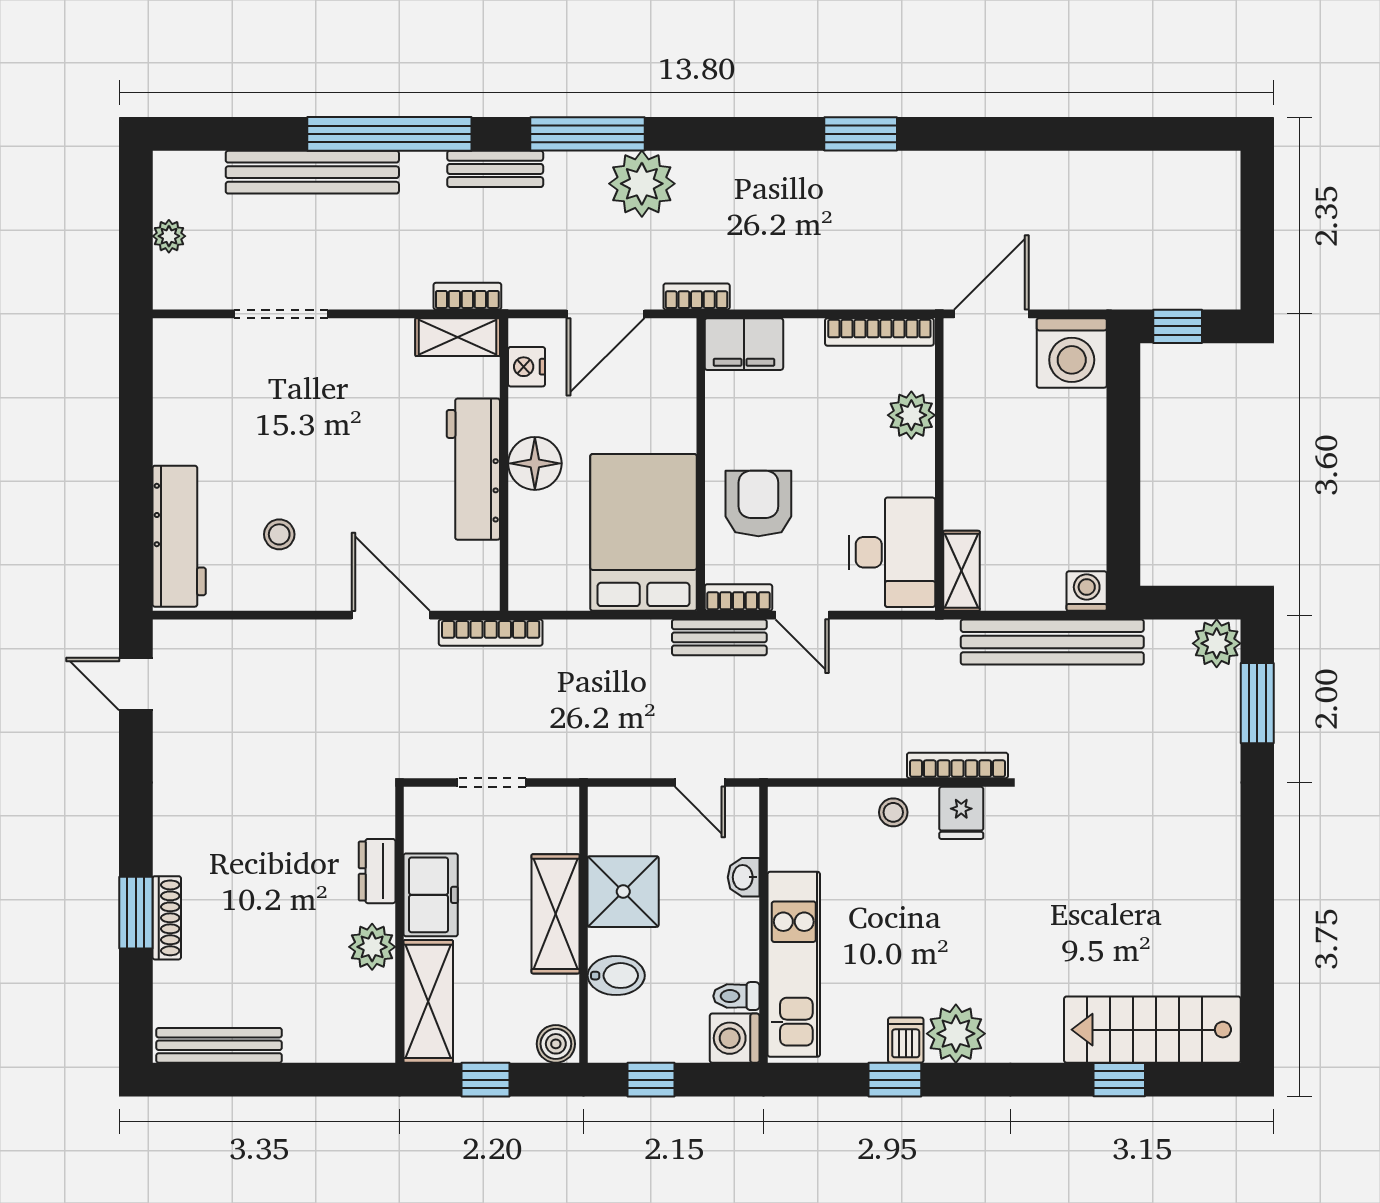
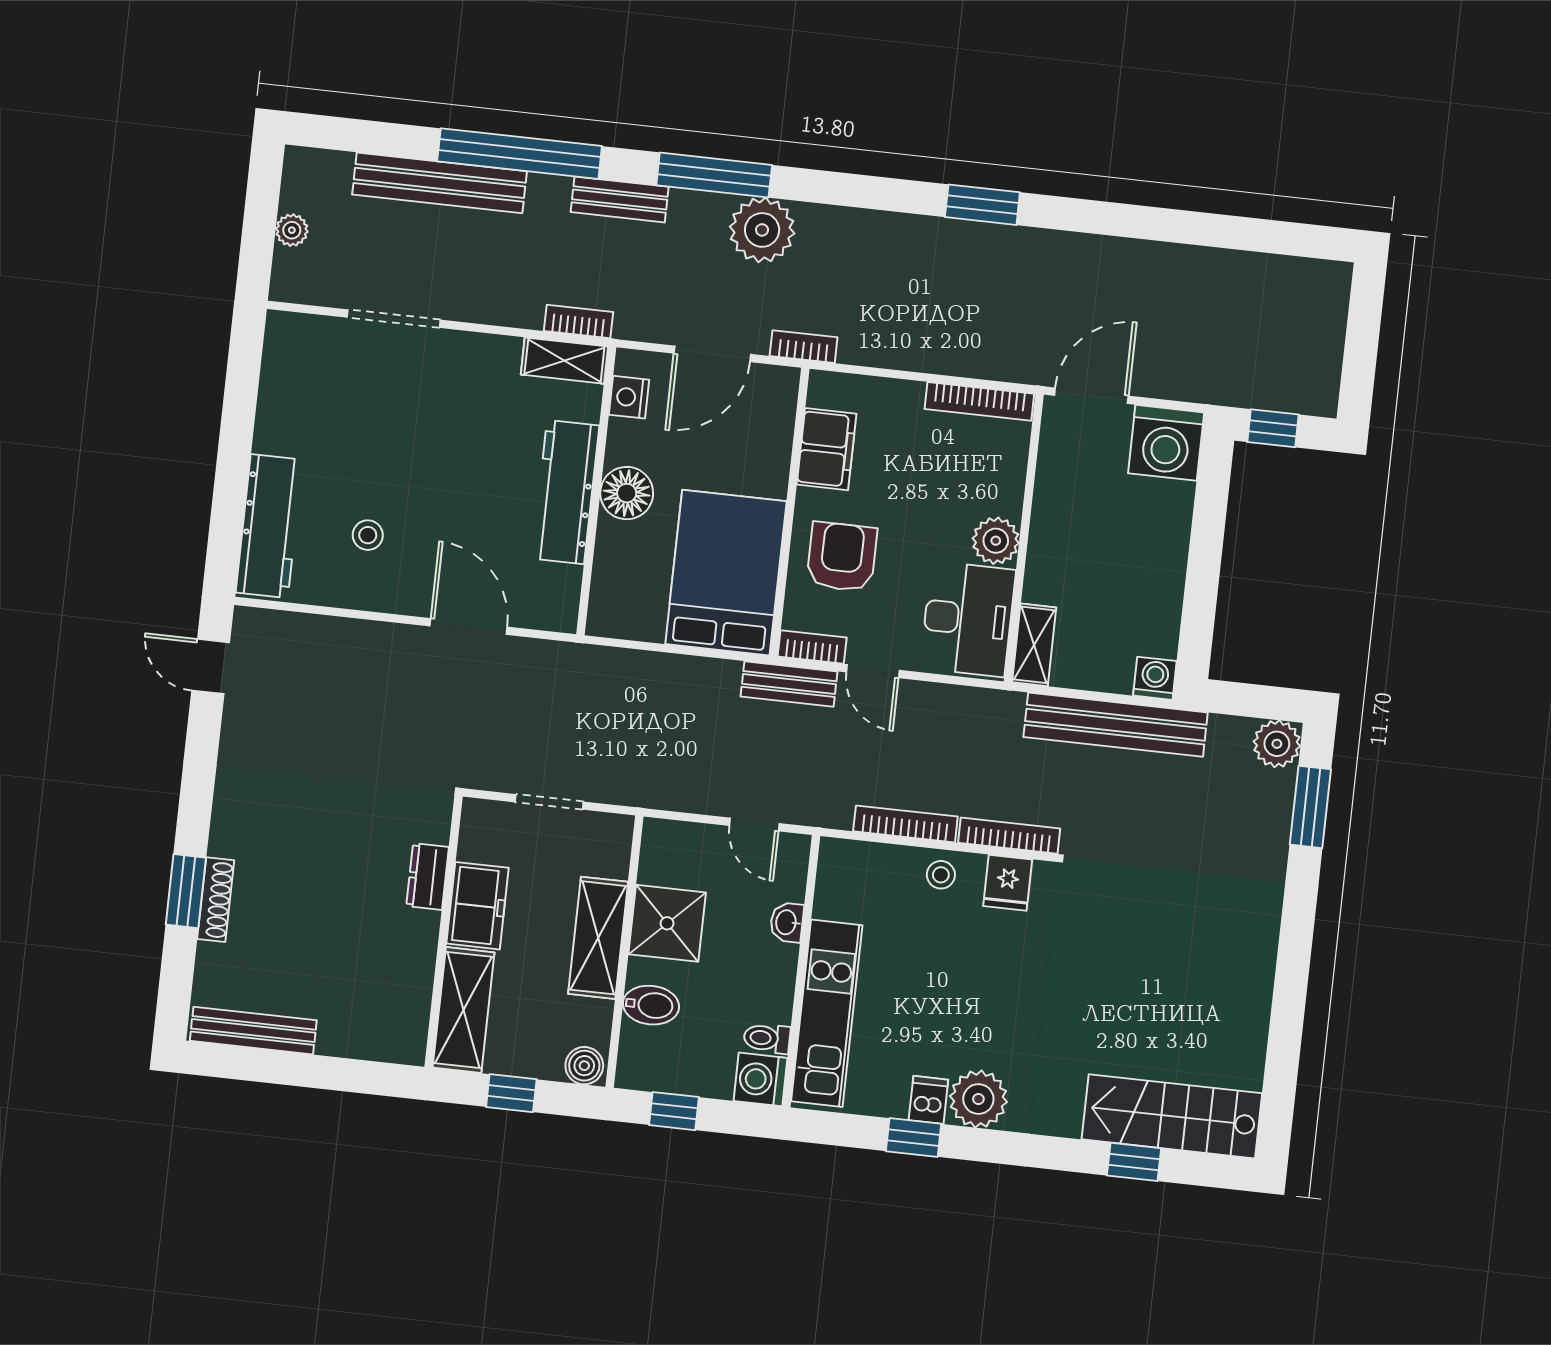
filing cabinet: (744, 344) -> (826, 449), moved, turned -90
plant: (911, 415) -> (996, 541), moved
bookcase: (491, 633) -> (905, 824), moved, turned 180
plant: (372, 947) -> (414, 950), removed

